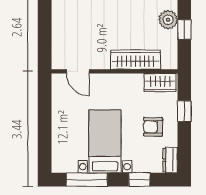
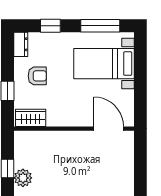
wardrobe: (135, 60) -> (54, 140), removed
door: (78, 71) -> (109, 129), width x1.38
bed with nightstands: (105, 141) -> (104, 64), moved, turned 90

